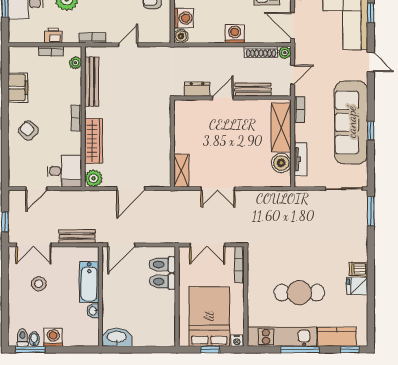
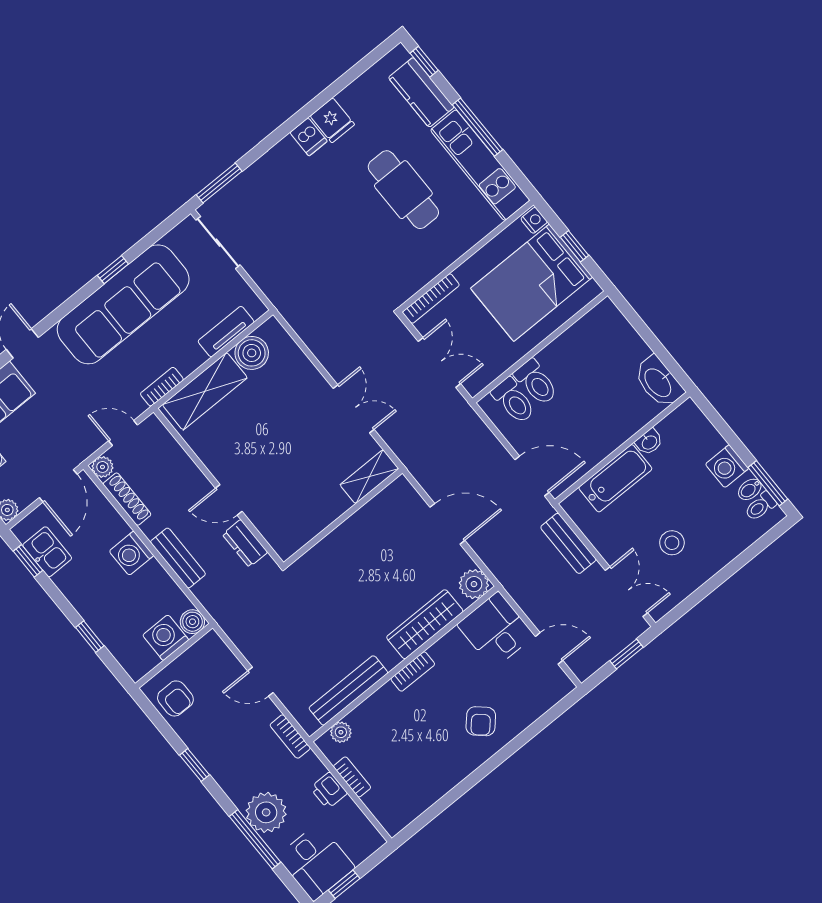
filing cabinet: (18, 88) -> (436, 781), removed
bench: (253, 90) -> (178, 558), moved

